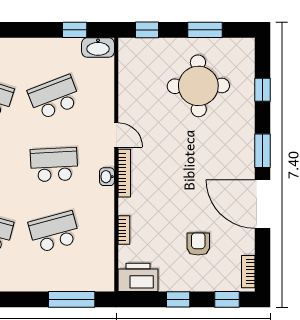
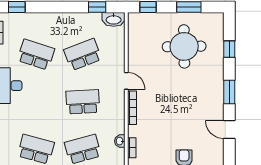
washbasin: (107, 177) -> (120, 141), moved
door: (263, 204) -> (229, 130), width x0.53

